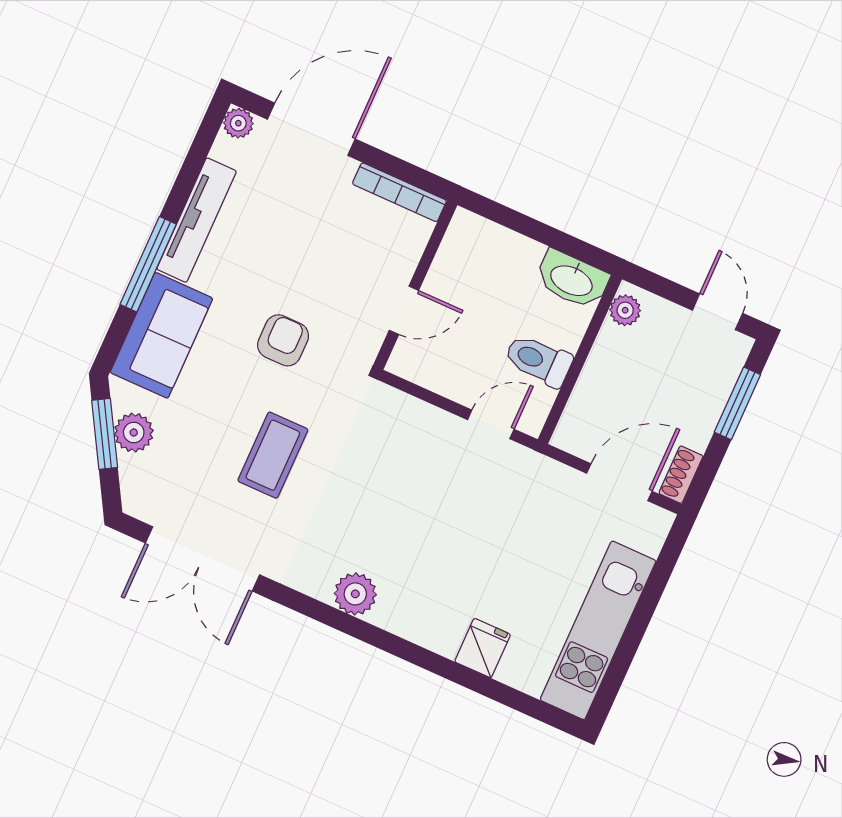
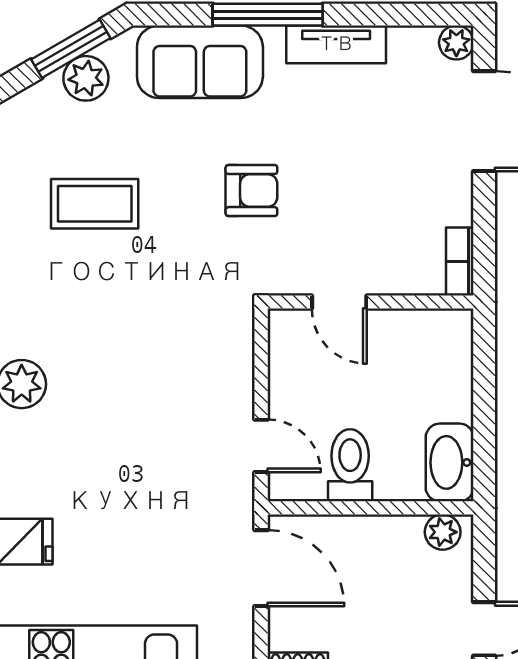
bookcase: (399, 192) -> (460, 262), width x0.64
tv unit: (197, 220) -> (336, 44), width x0.71
coffee table: (273, 455) -> (95, 204), moved
door: (619, 482) -> (261, 568), moved

